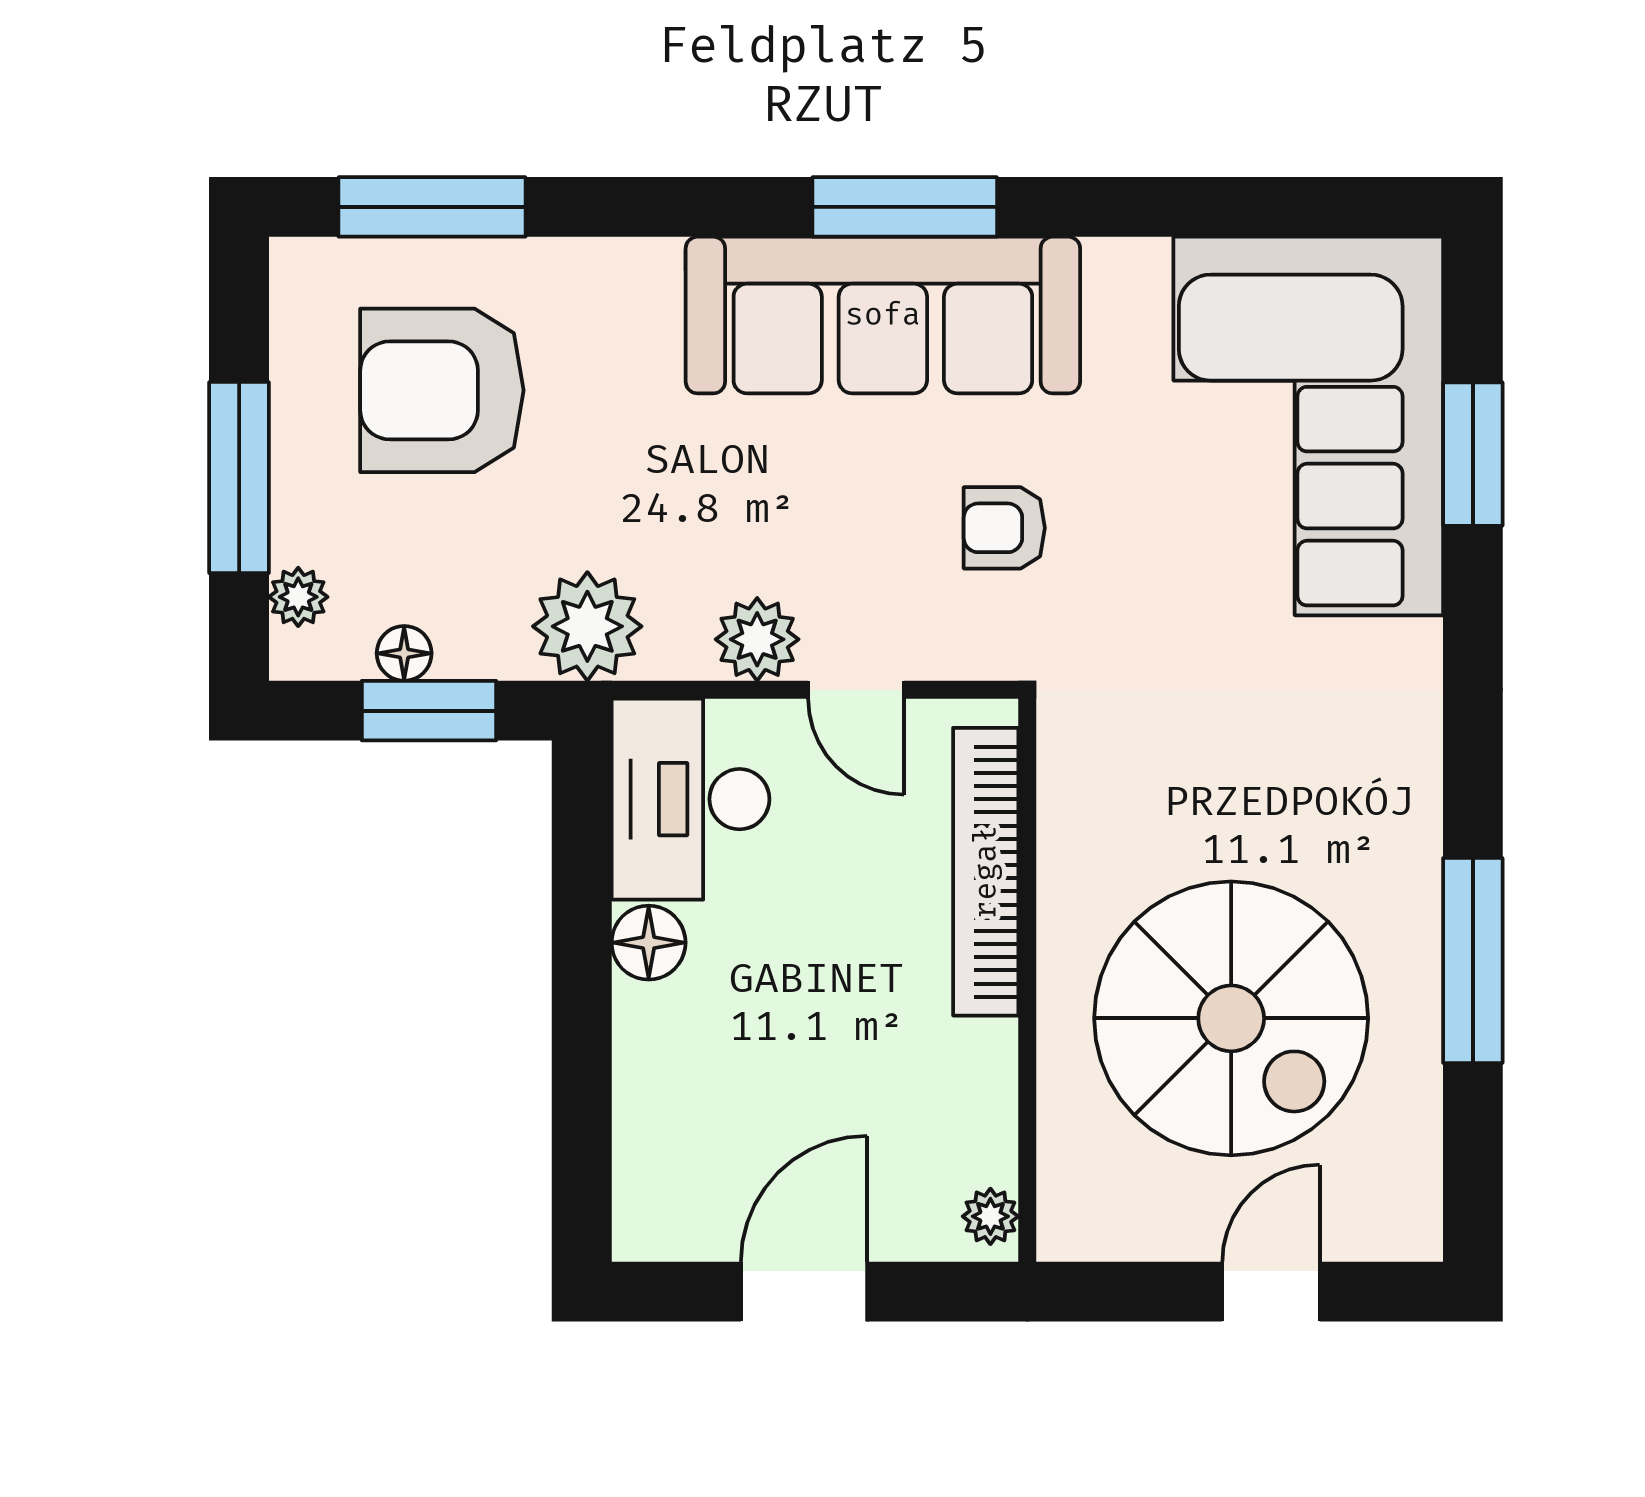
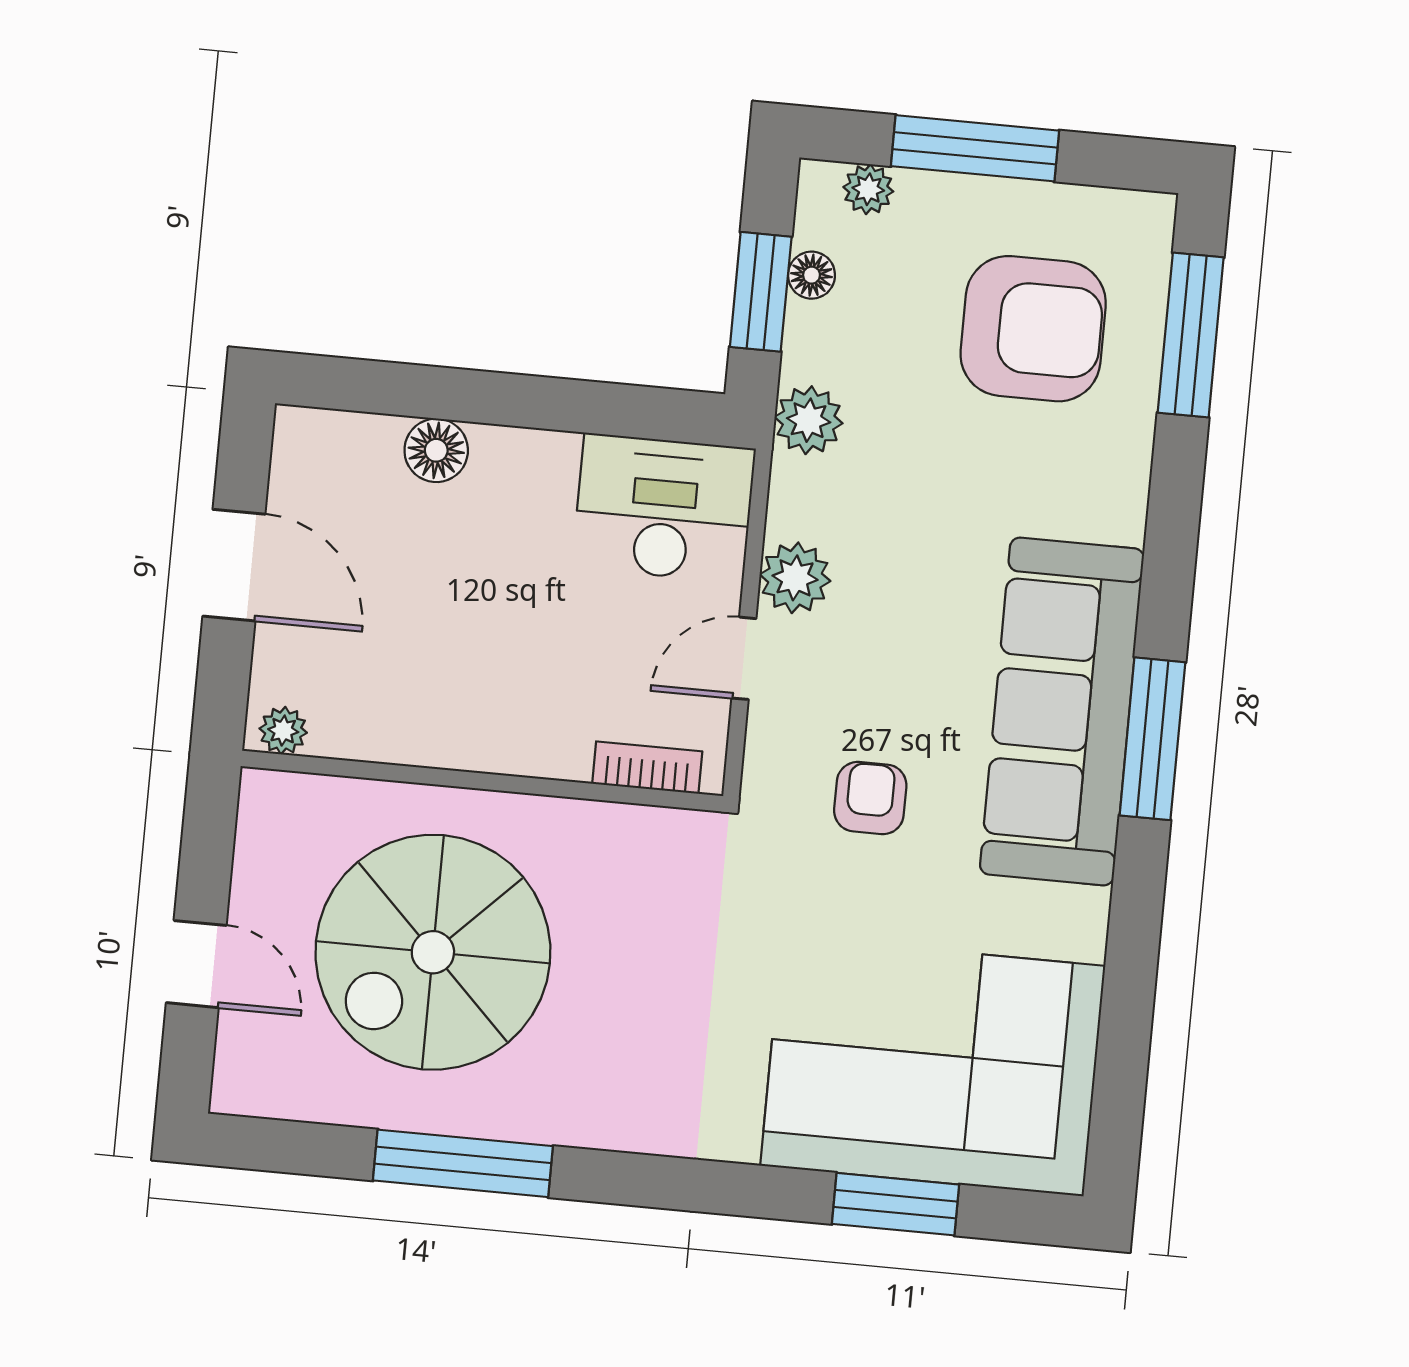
armchair: (442, 390) -> (1033, 329), turned 90
plant: (587, 626) -> (809, 420), width x0.73, depth x0.73
bookcase: (986, 872) -> (647, 768), width x0.43, depth x0.76
floor lamp: (649, 943) -> (436, 450), moved

